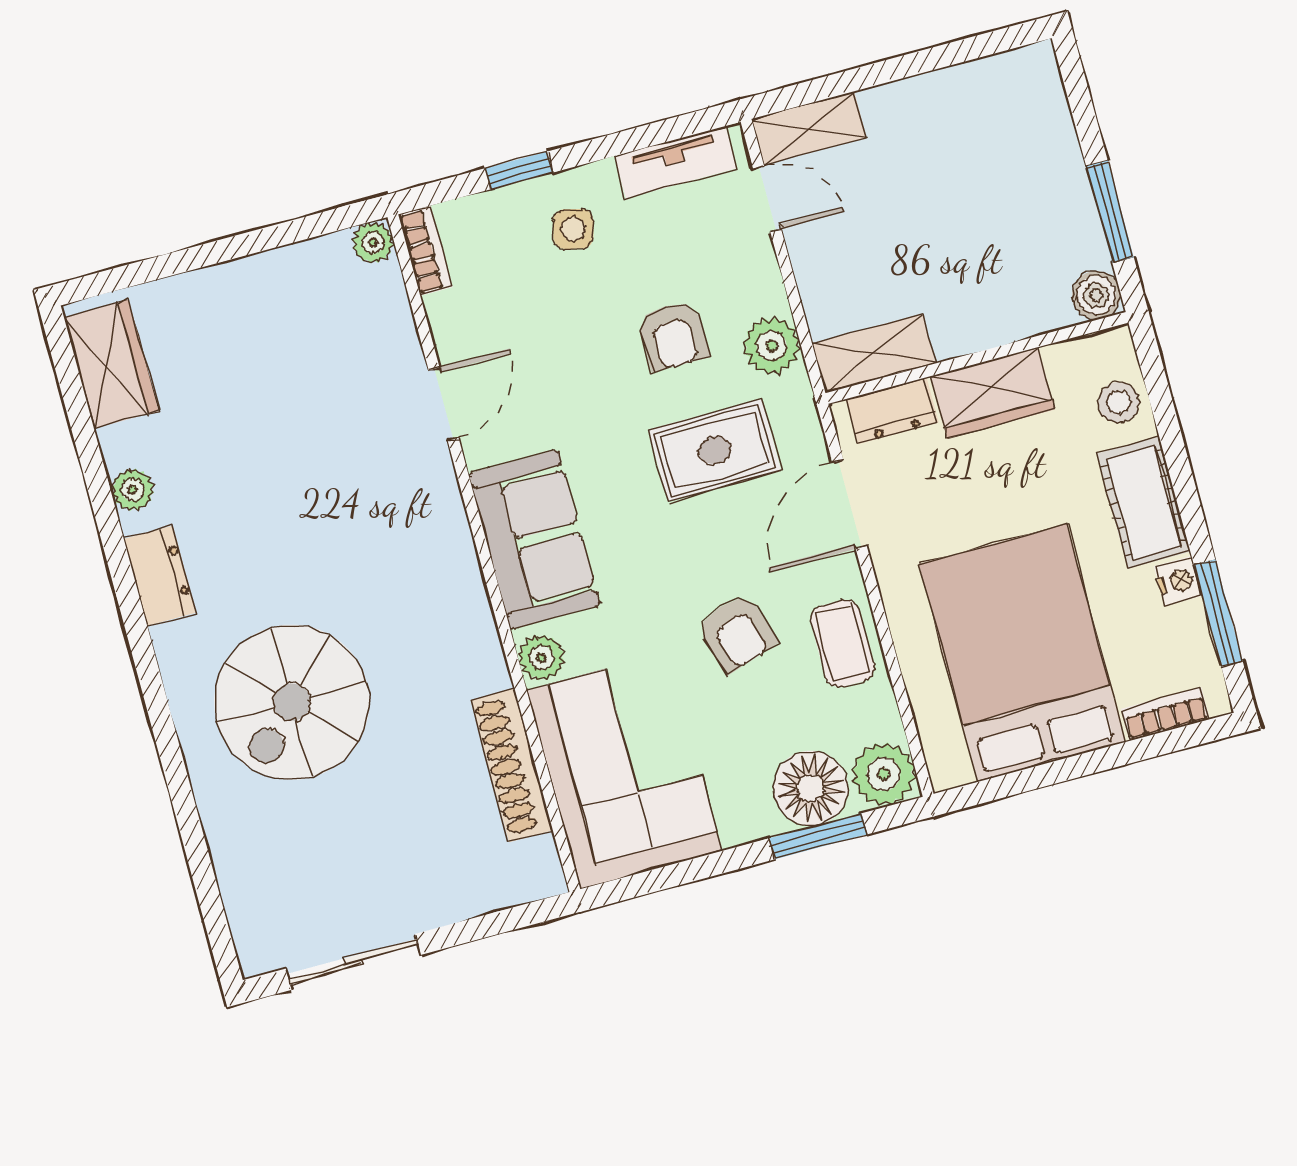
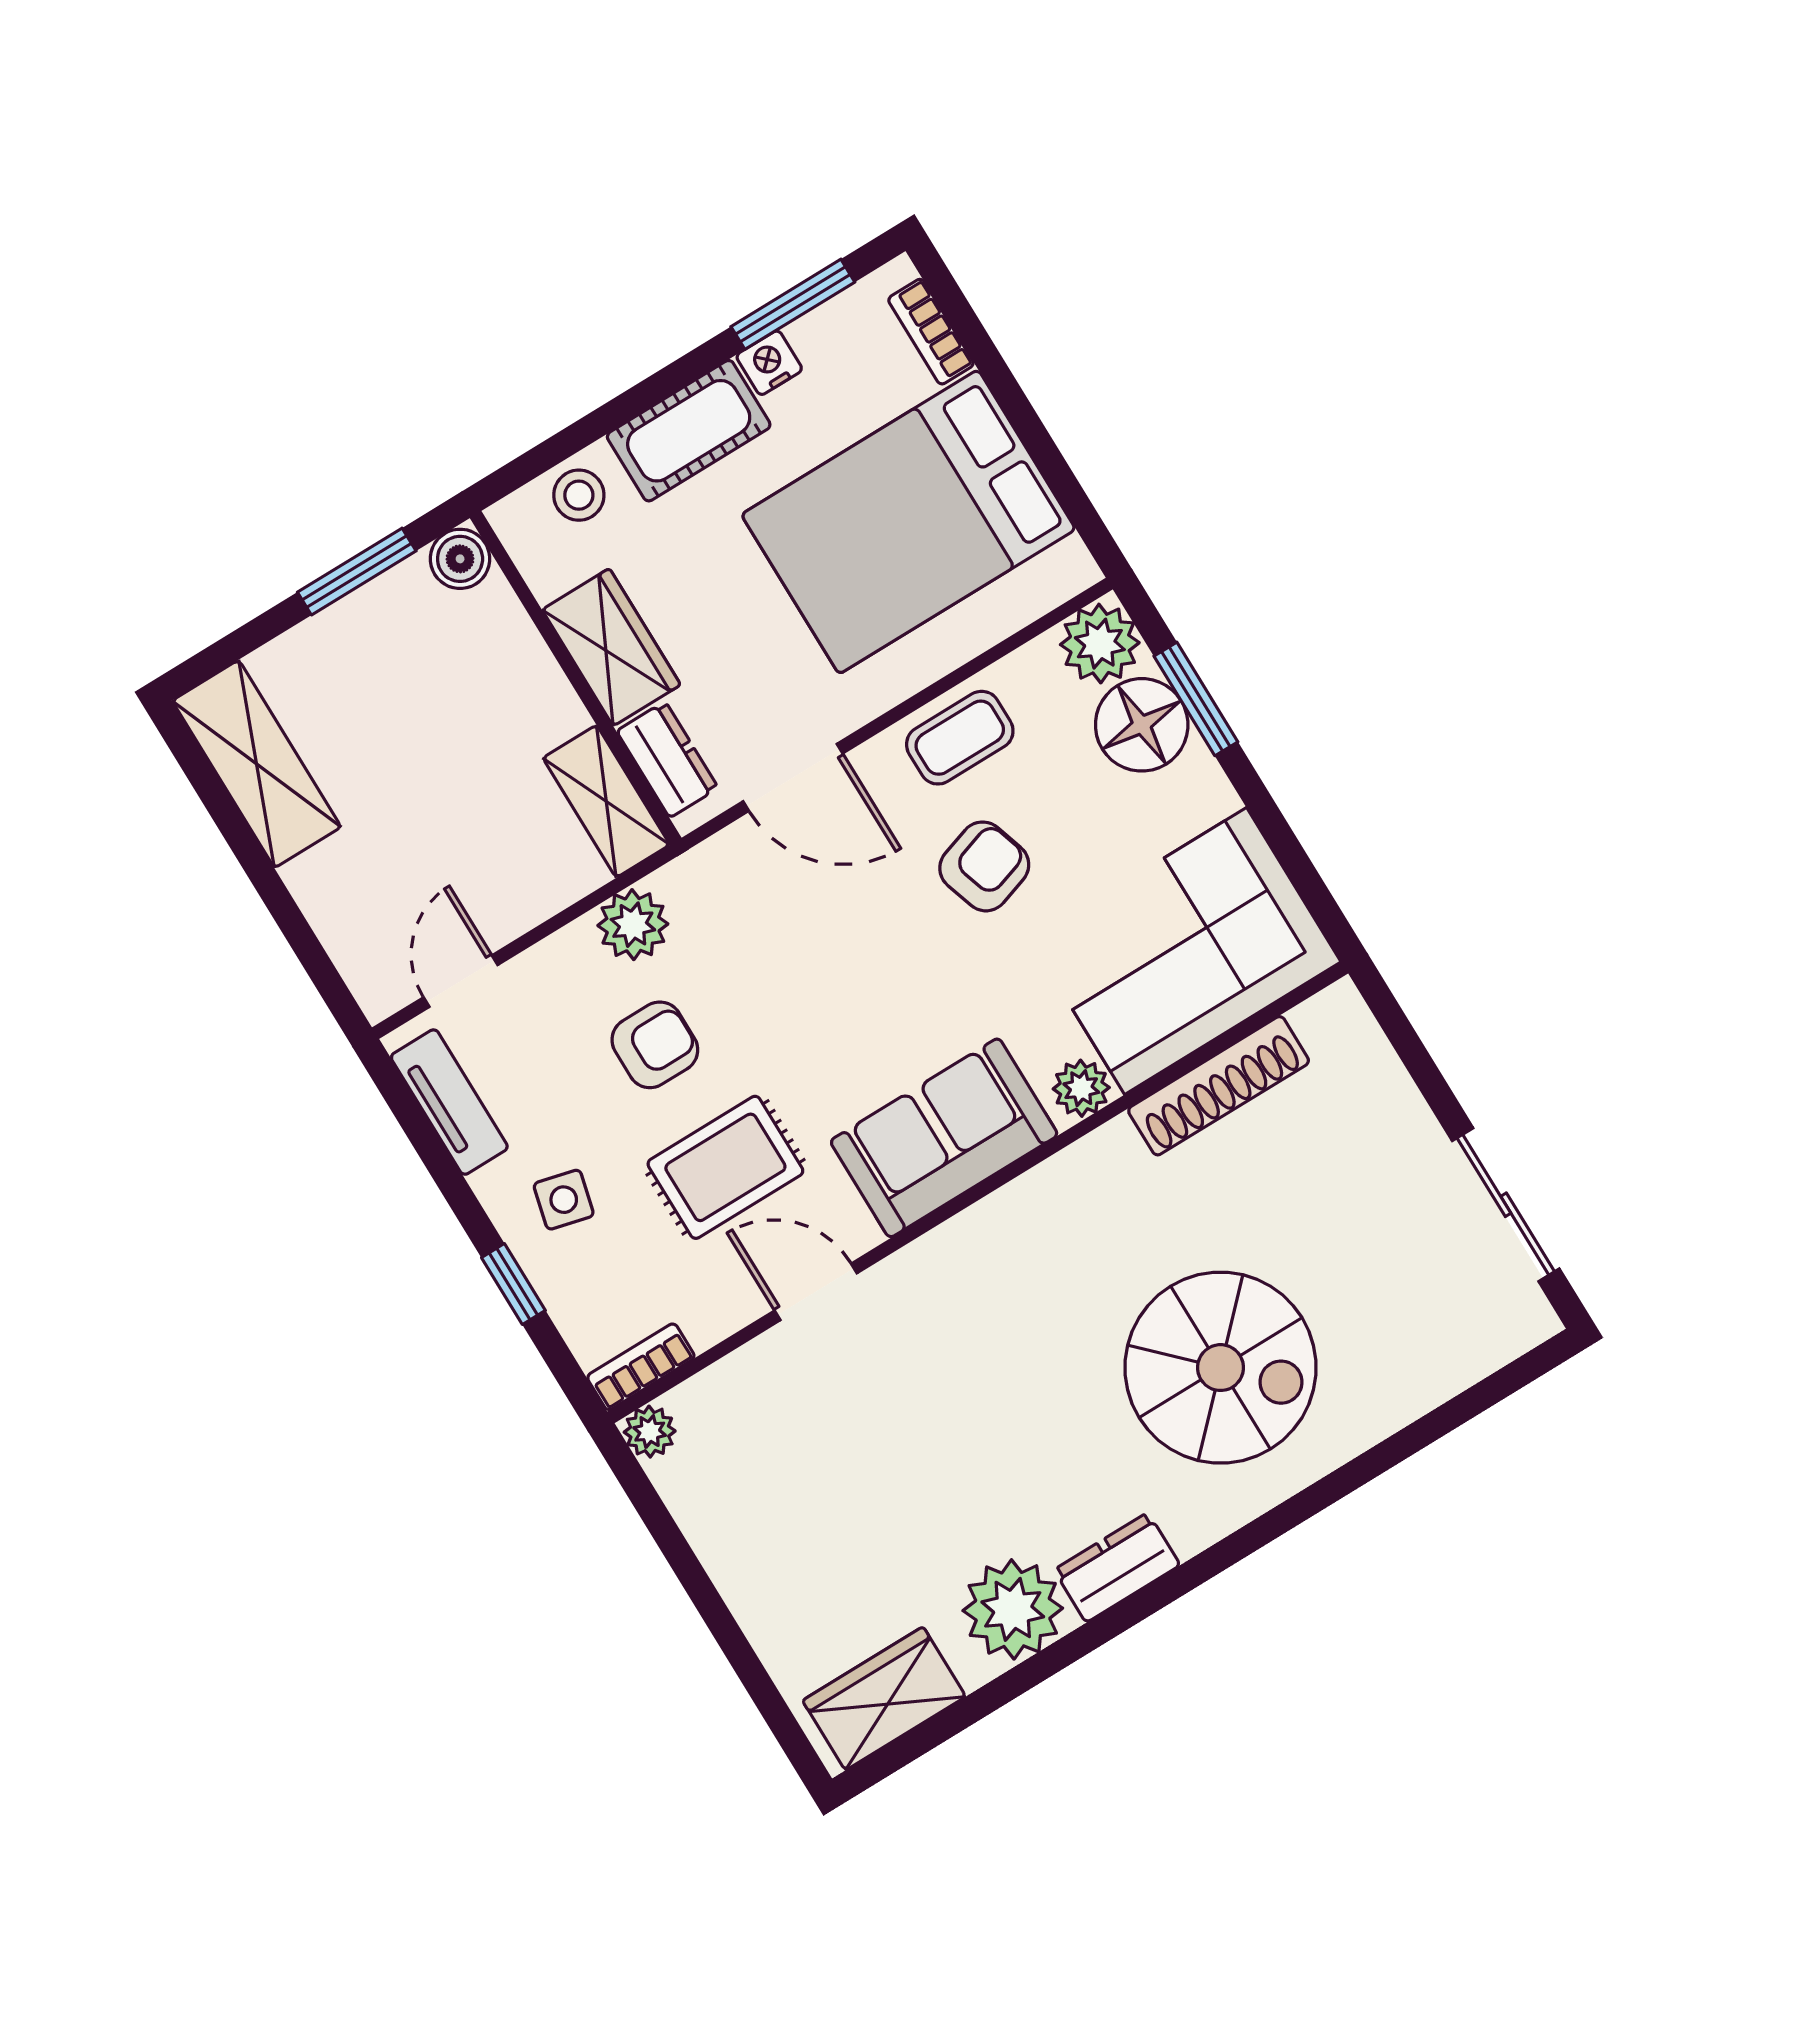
shelving: (809, 128) -> (257, 764), moved, width x1.50, depth x1.33
rug: (715, 450) -> (725, 1167), moved, turned 90
plant: (133, 490) -> (1013, 1609), width x1.88, depth x1.88

